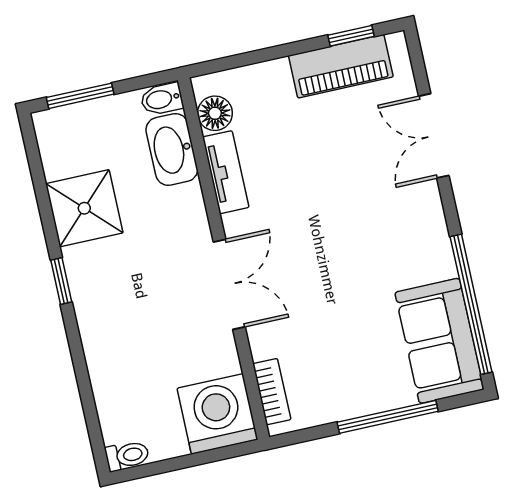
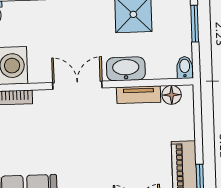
washbasin: (172, 149) -> (126, 69), moved
double door: (229, 284) -> (77, 85), swing flipped

